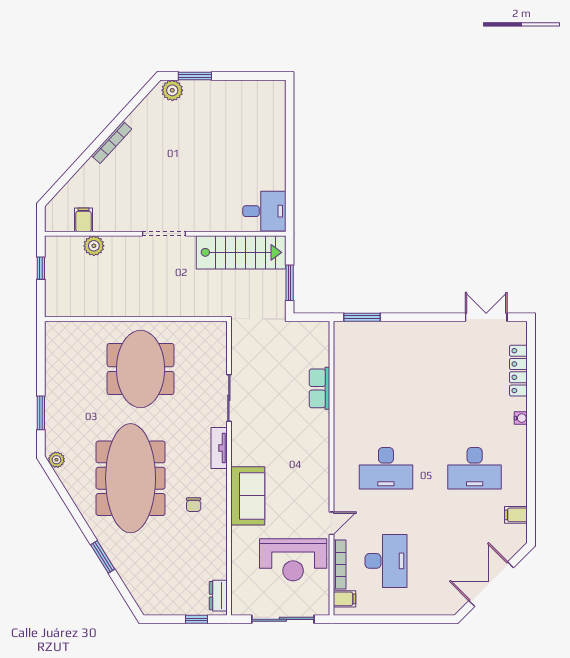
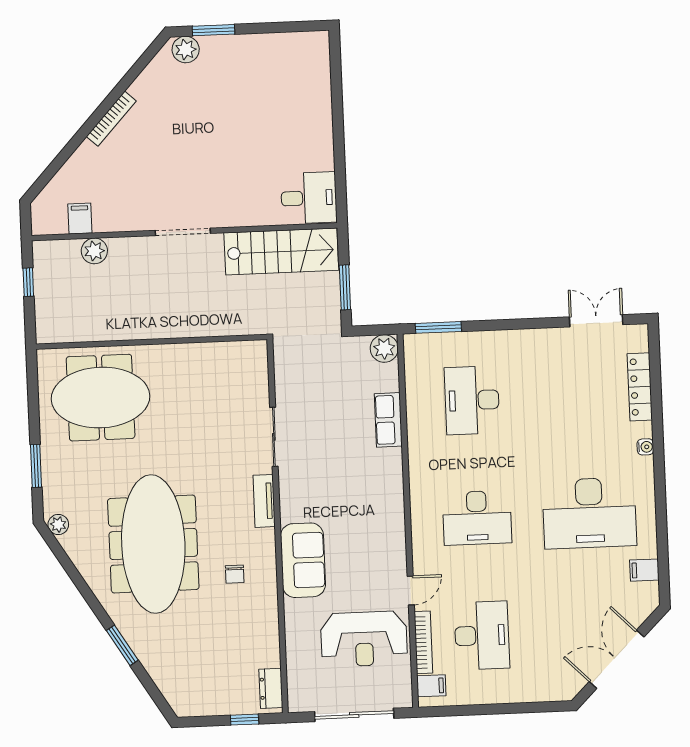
plant: (319, 332) -> (384, 348), added
meeting table: (141, 369) -> (101, 398), moved, turned 90
desk: (386, 376) -> (472, 400), added
desk: (475, 468) -> (589, 513), width x1.36, depth x1.30

